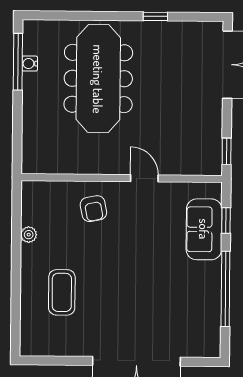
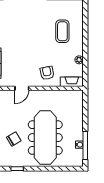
chair: (162, 76) -> (14, 139), added
door: (144, 178) -> (22, 88), hinge flipped
fireplace: (44, 190) -> (72, 82), added

